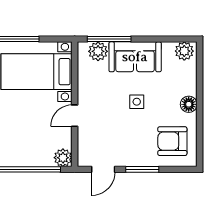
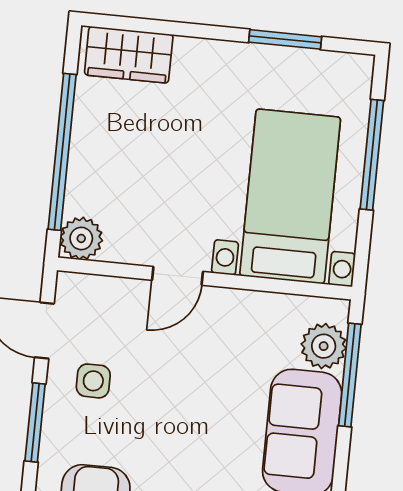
side table: (137, 102) -> (93, 381), moved
door: (75, 116) -> (178, 276), swing flipped

